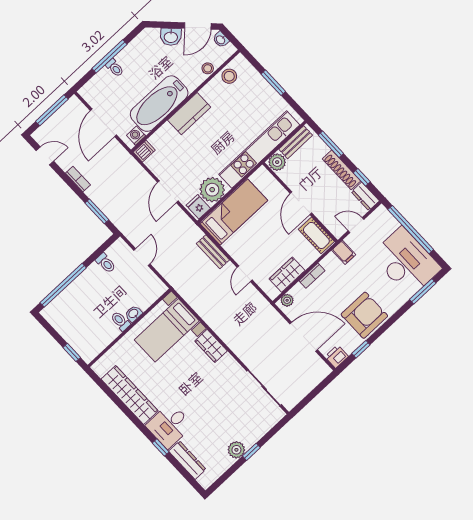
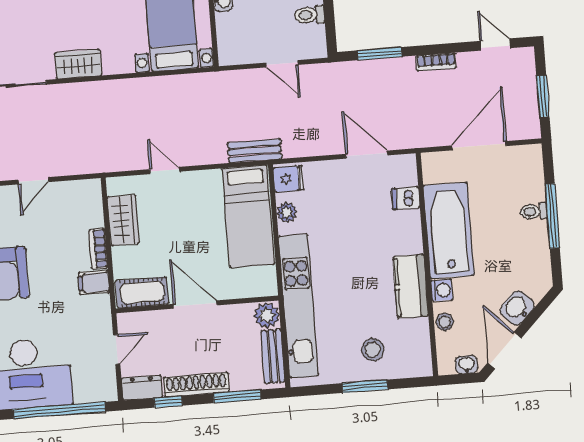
stool: (229, 76) -> (373, 350), moved
window: (52, 110) -> (543, 96), width x0.69
kitchen counter: (189, 114) -> (411, 286), moved
door: (103, 123) -> (479, 146), hinge flipped
washing machine: (136, 136) -> (442, 290), moved
dishwasher: (144, 151) -> (406, 198), moved, turned 90
door: (45, 156) -> (495, 45), swing flipped
plant: (212, 190) -> (287, 212), width x0.53, depth x0.53
door: (168, 192) -> (367, 155), moved
bench: (213, 252) -> (255, 151), moved
filing cabinet: (344, 252) -> (94, 282), moved
plant: (287, 300) -> (93, 196), removed
door: (304, 337) -> (33, 181), width x0.53
wardrobe: (211, 346) -> (78, 64), moved

